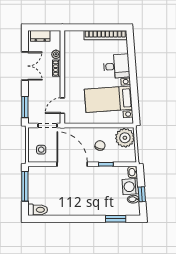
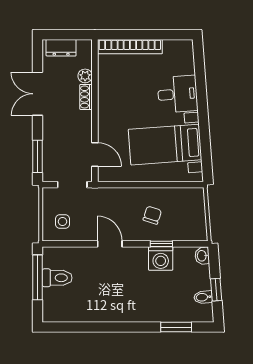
bookcase: (105, 35) -> (130, 47), moved
double door: (25, 66) -> (38, 94), swing flipped
door: (62, 106) -> (95, 154), swing flipped
plant: (125, 138) -> (190, 203), removed
door: (72, 164) -> (110, 244), width x0.53
washing machine: (130, 187) -> (161, 258), moved, turned -86
toilet: (38, 210) -> (57, 278), moved

